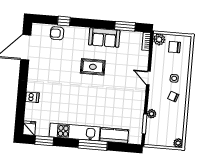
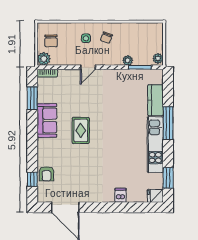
window: (64, 21) -> (32, 179), moved
plant: (178, 143) -> (158, 59), moved

